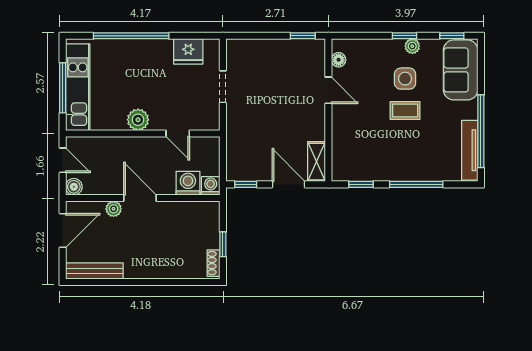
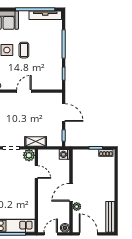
door: (328, 90) -> (24, 91), moved
plant: (138, 120) -> (29, 155), moved
door: (178, 134) -> (36, 172), hinge flipped
shelving: (317, 162) -> (36, 141), moved
washing machine: (188, 183) -> (63, 167), removed
door: (289, 184) -> (64, 113), swing flipped

